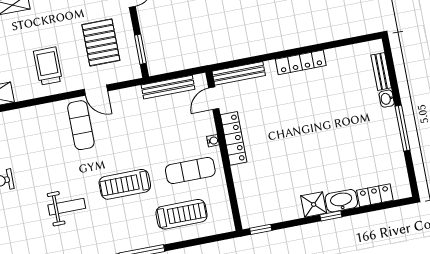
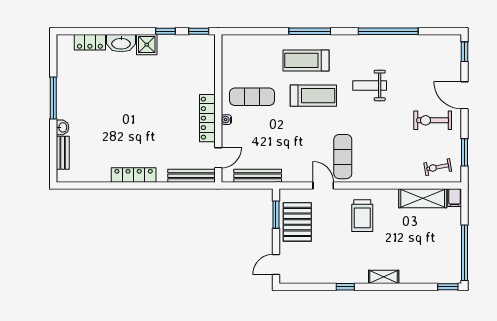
pallet: (101, 42) -> (297, 222), moved
treadmill: (181, 214) -> (306, 60), moved
window: (331, 216) -> (165, 31), moved

